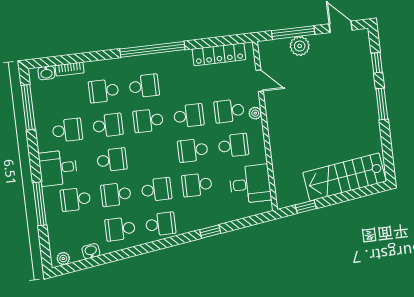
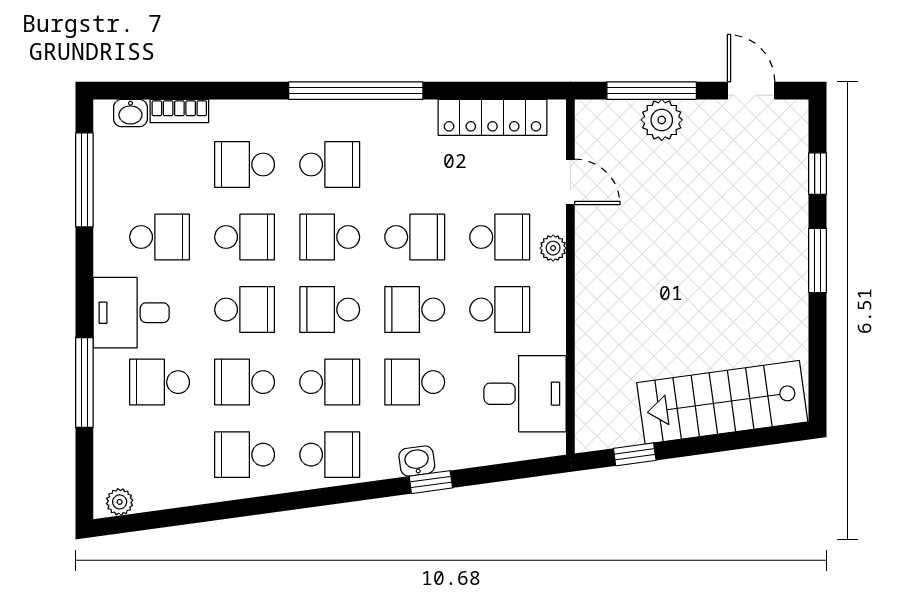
school desk: (229, 111) -> (500, 237), turned 180
school desk: (152, 155) -> (330, 310), added
washbasin: (91, 251) -> (417, 461), moved

